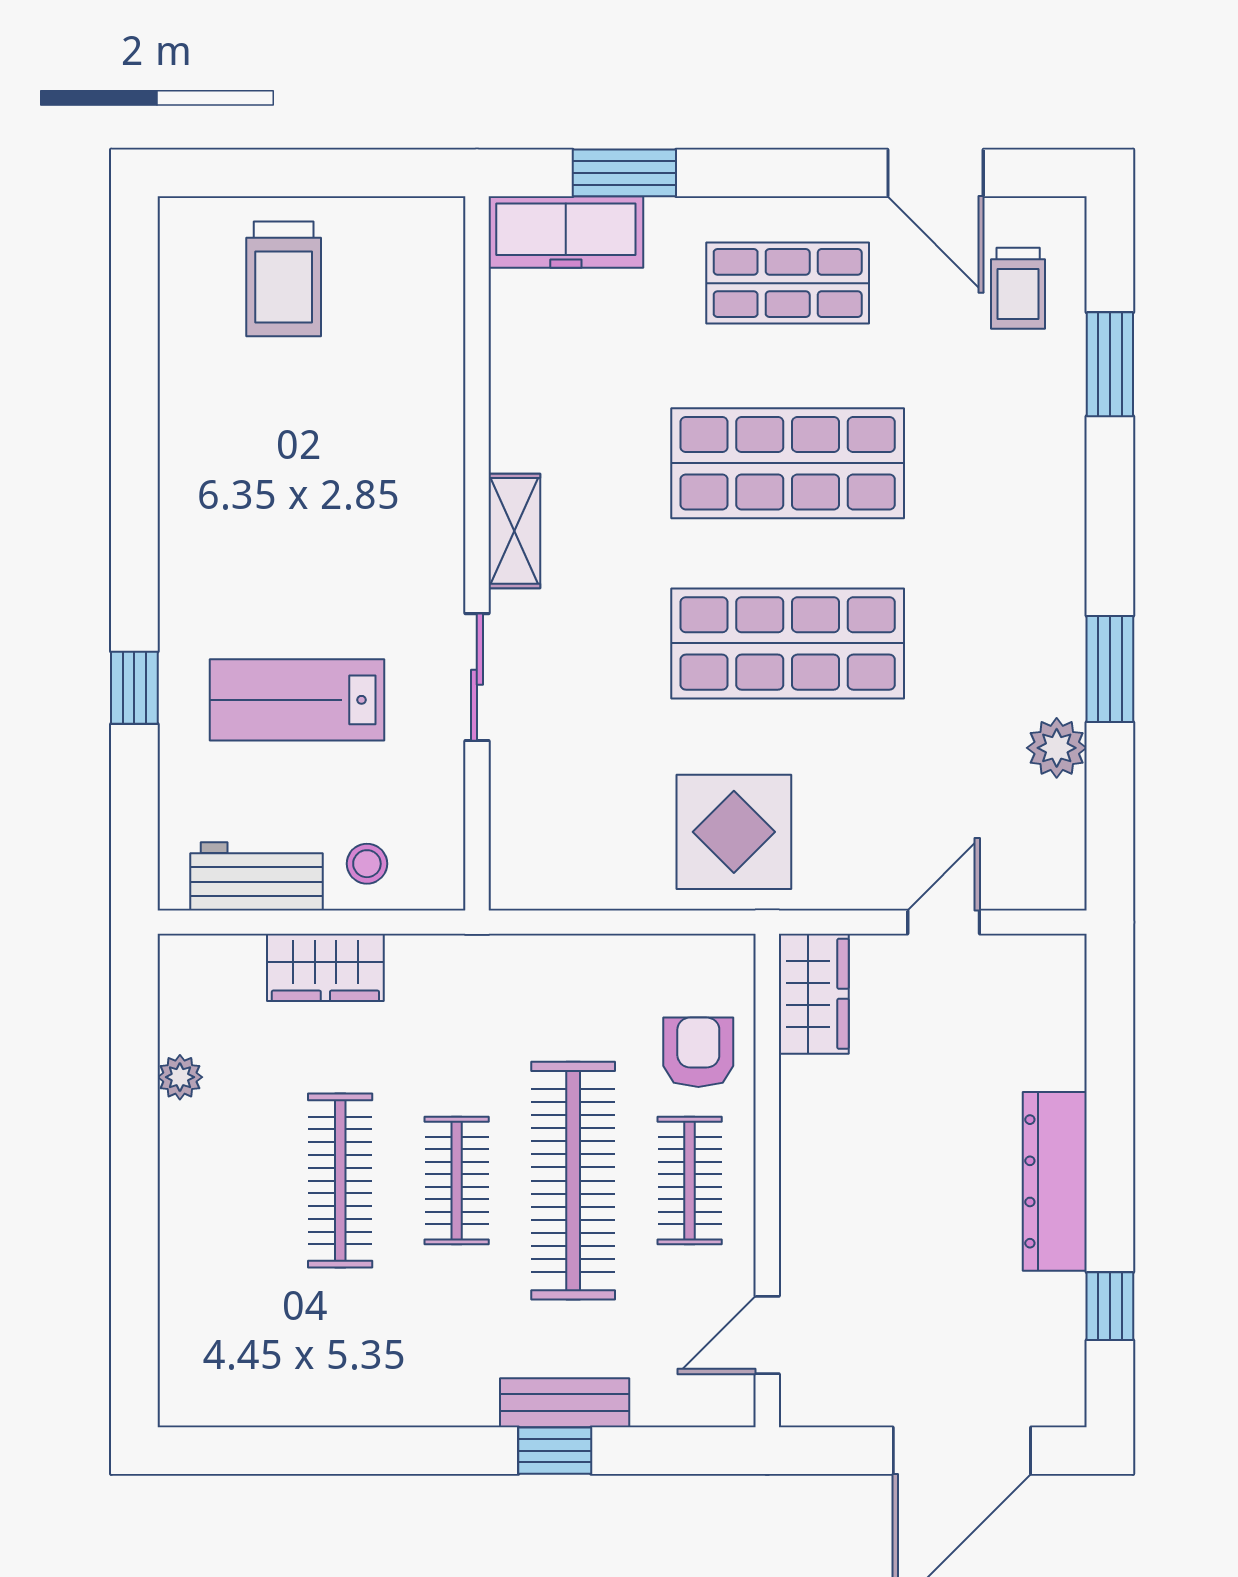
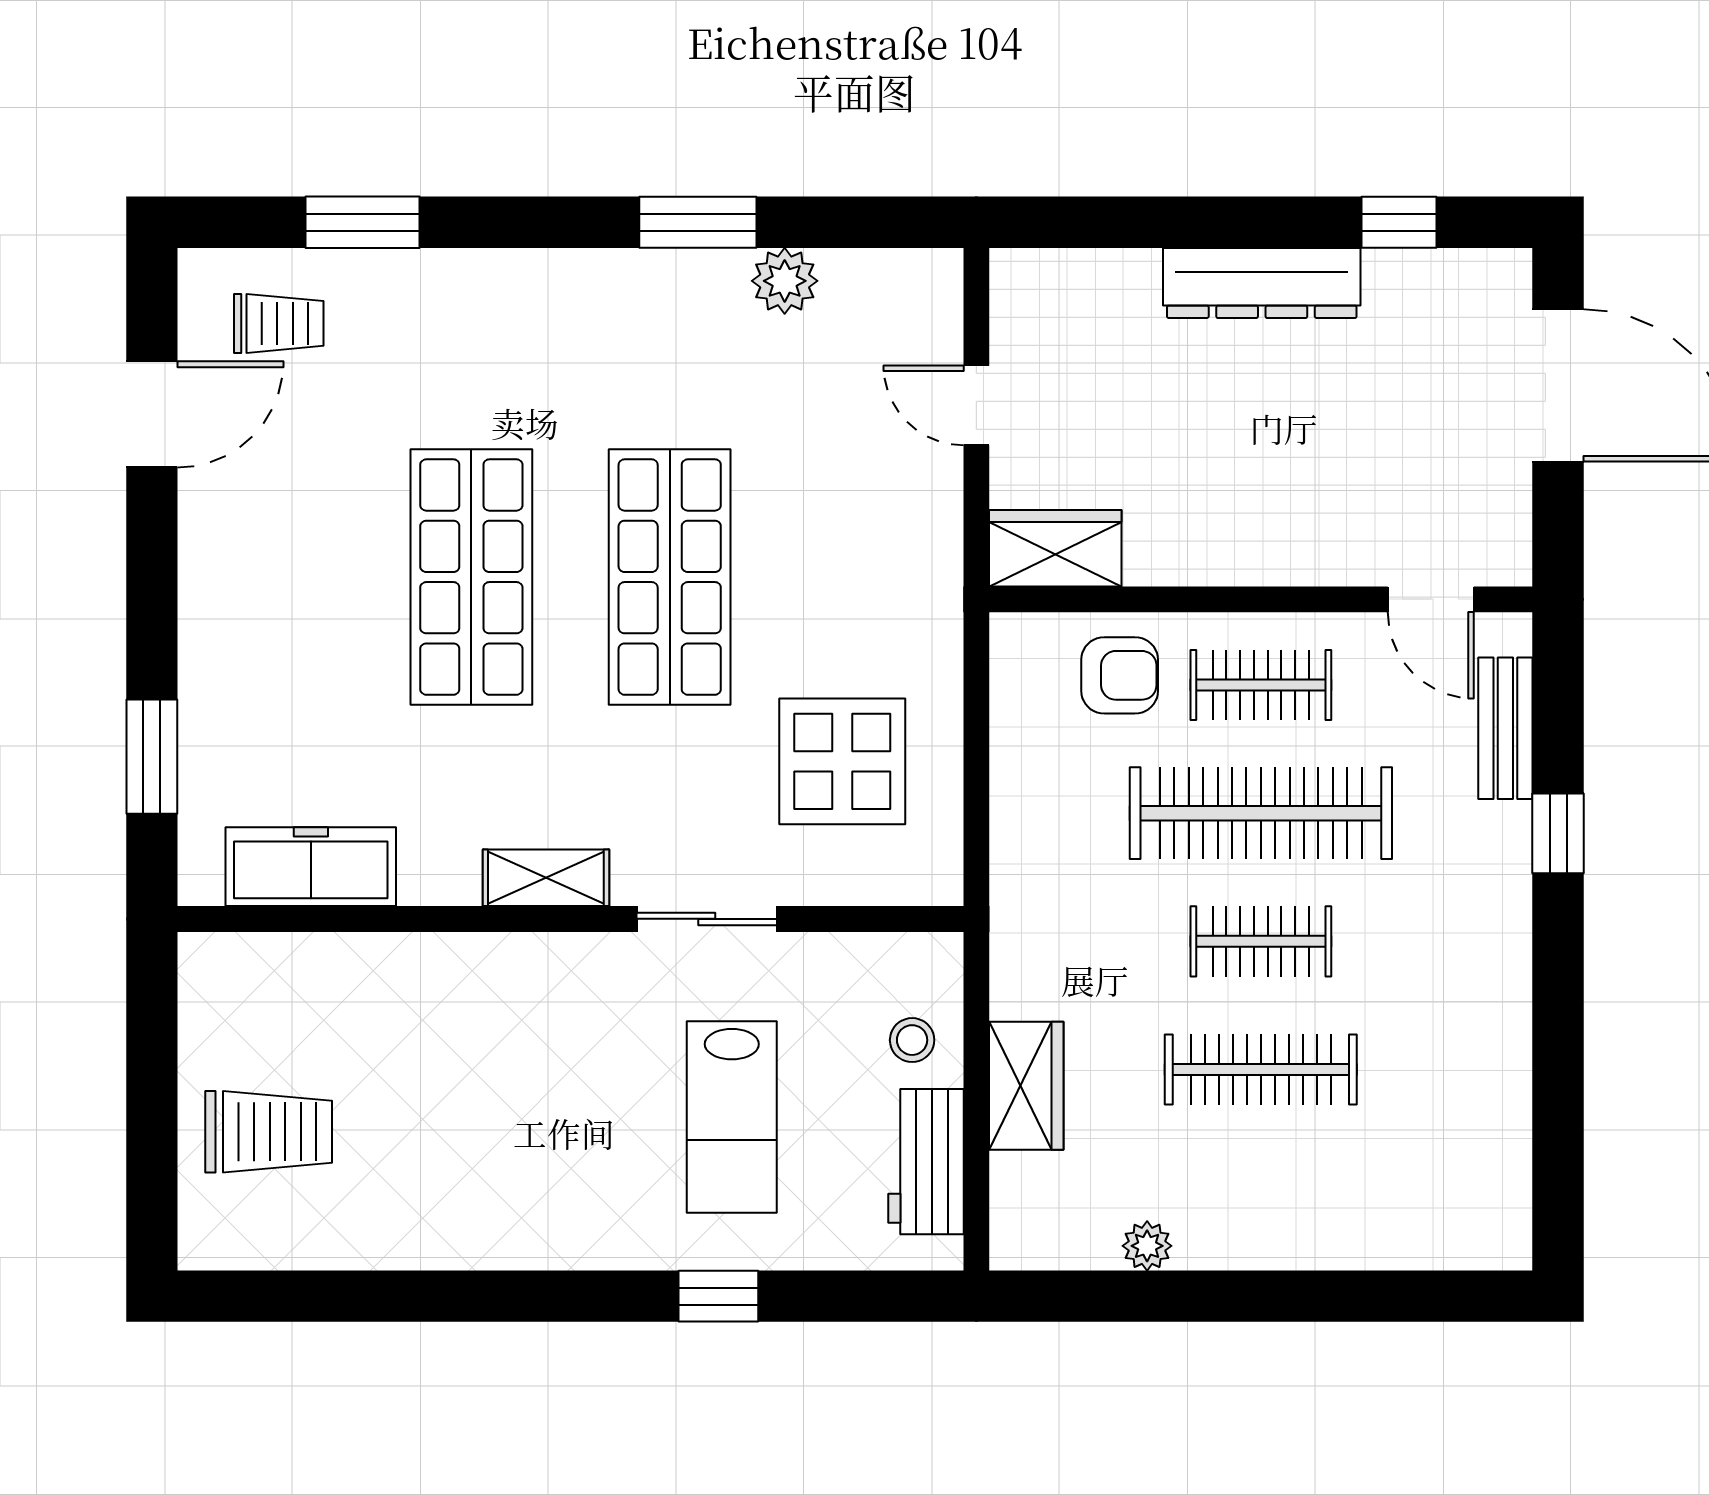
freezer: (566, 232) -> (311, 867), moved, turned -90
shop shelf: (788, 283) -> (273, 577), removed
display table: (734, 832) -> (842, 761), moved
armchair: (698, 1052) -> (1120, 675), turned 180
bench: (565, 1403) -> (1505, 728), moved

